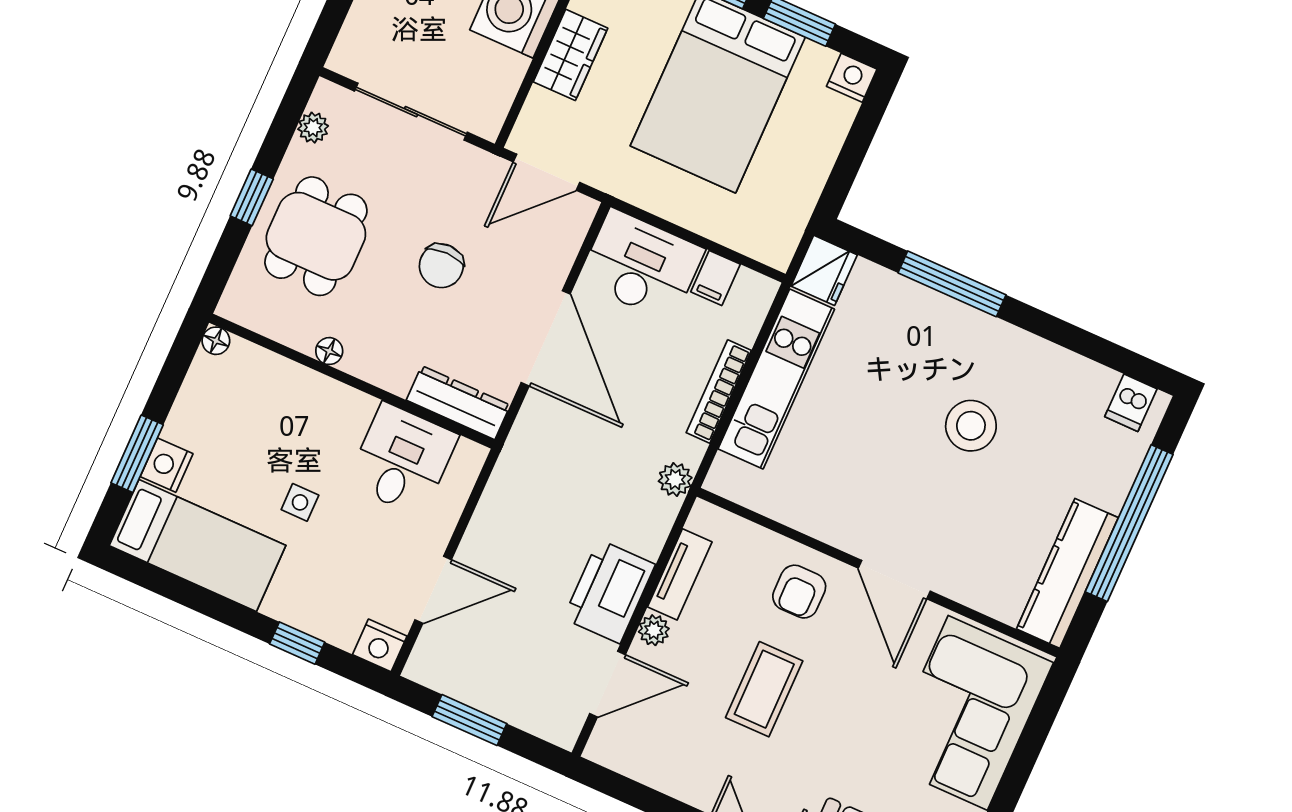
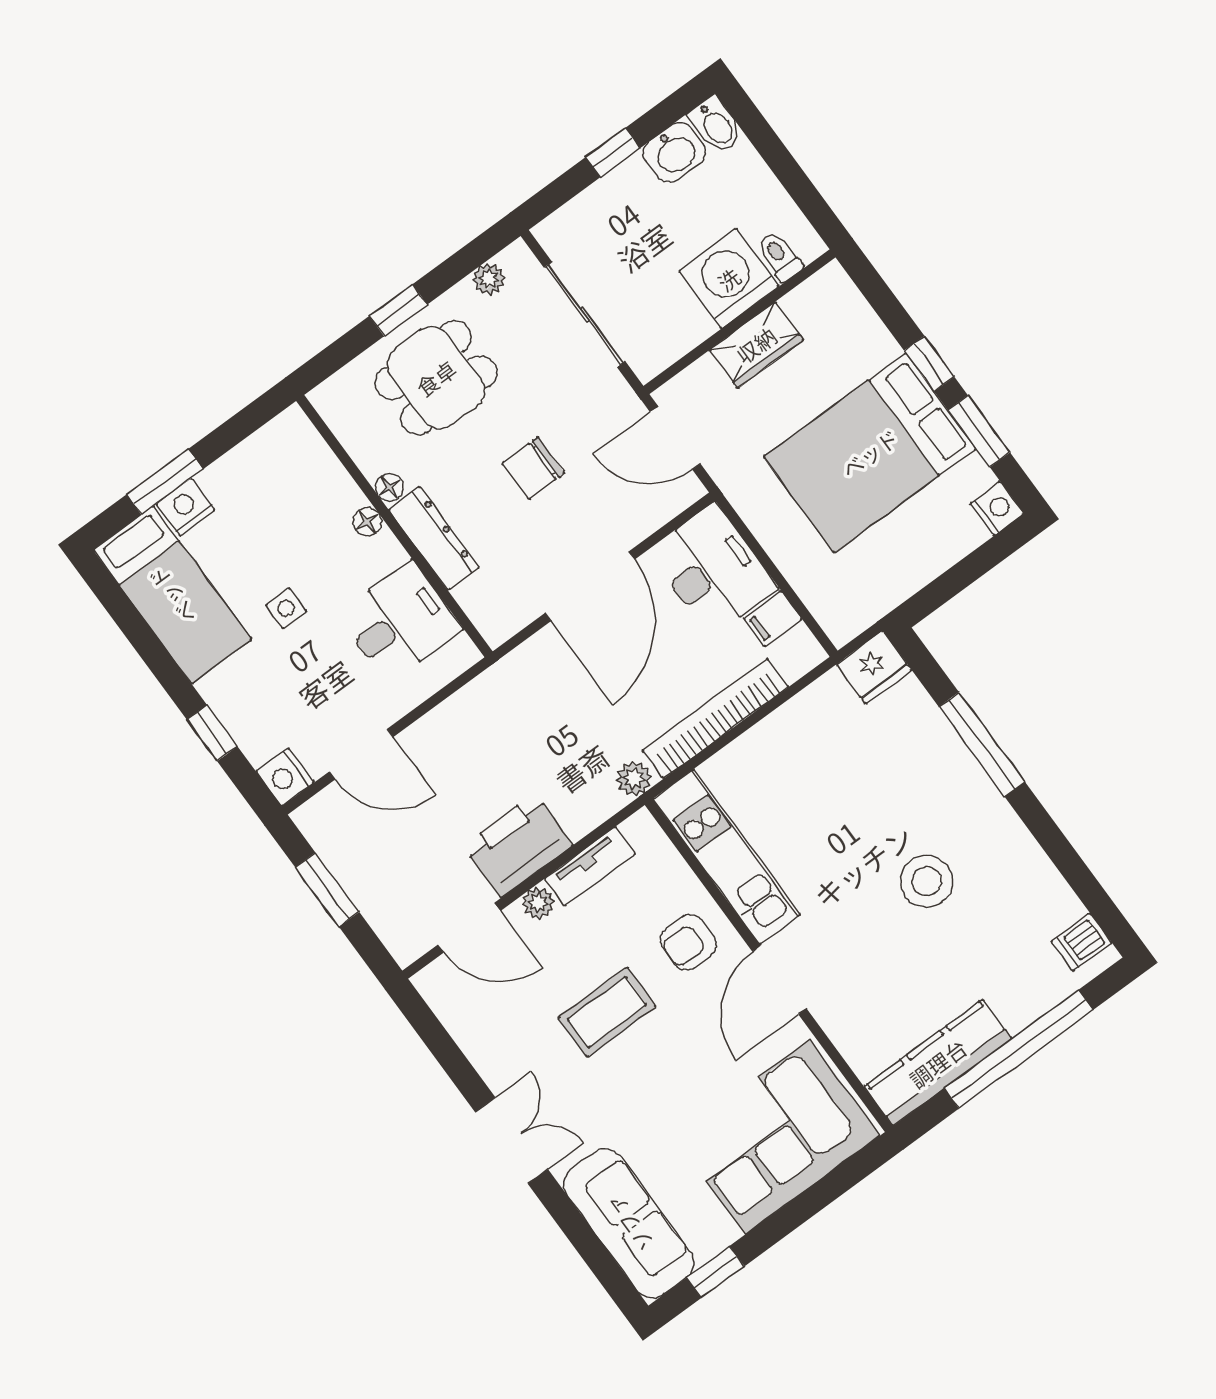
floor lamp: (216, 341) -> (367, 522), moved
kitchen unit: (776, 379) -> (727, 857), moved, turned -90
bookcase: (719, 391) -> (715, 719), width x1.48, depth x1.31
dresser: (458, 403) -> (434, 538), moved

